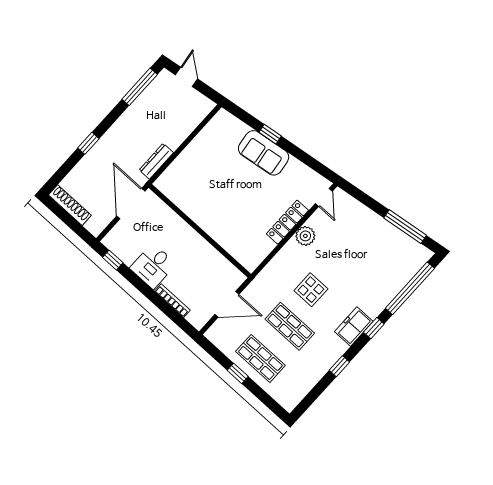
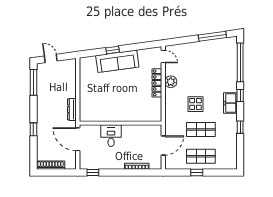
sofa: (264, 153) -> (117, 61), width x1.36
desk: (153, 266) -> (111, 136), moved, turned 180

